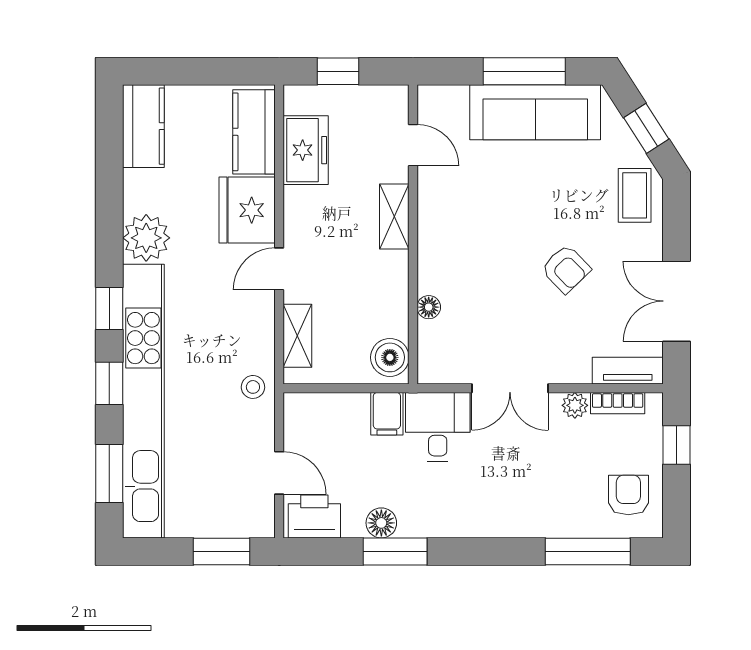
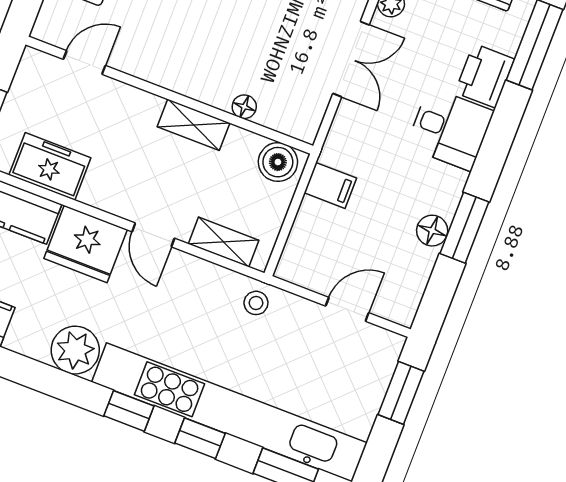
shelving: (394, 216) -> (194, 125), moved
desk: (438, 427) -> (450, 129), moved, turned 180
printer: (314, 517) -> (485, 76), moved

